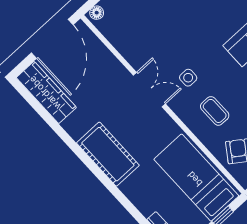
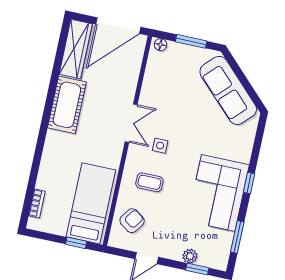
coffee table: (215, 111) -> (149, 182), turned 90
cot: (108, 154) -> (67, 105), moved

